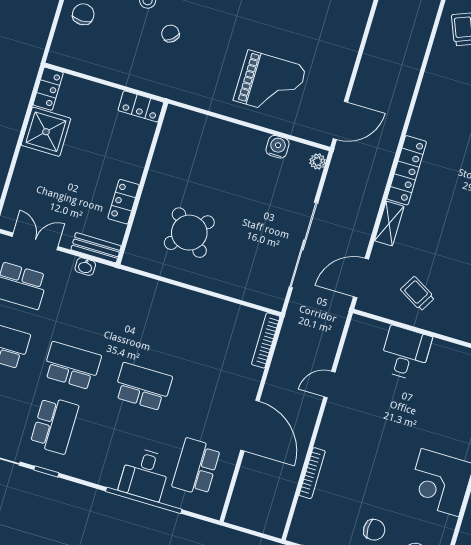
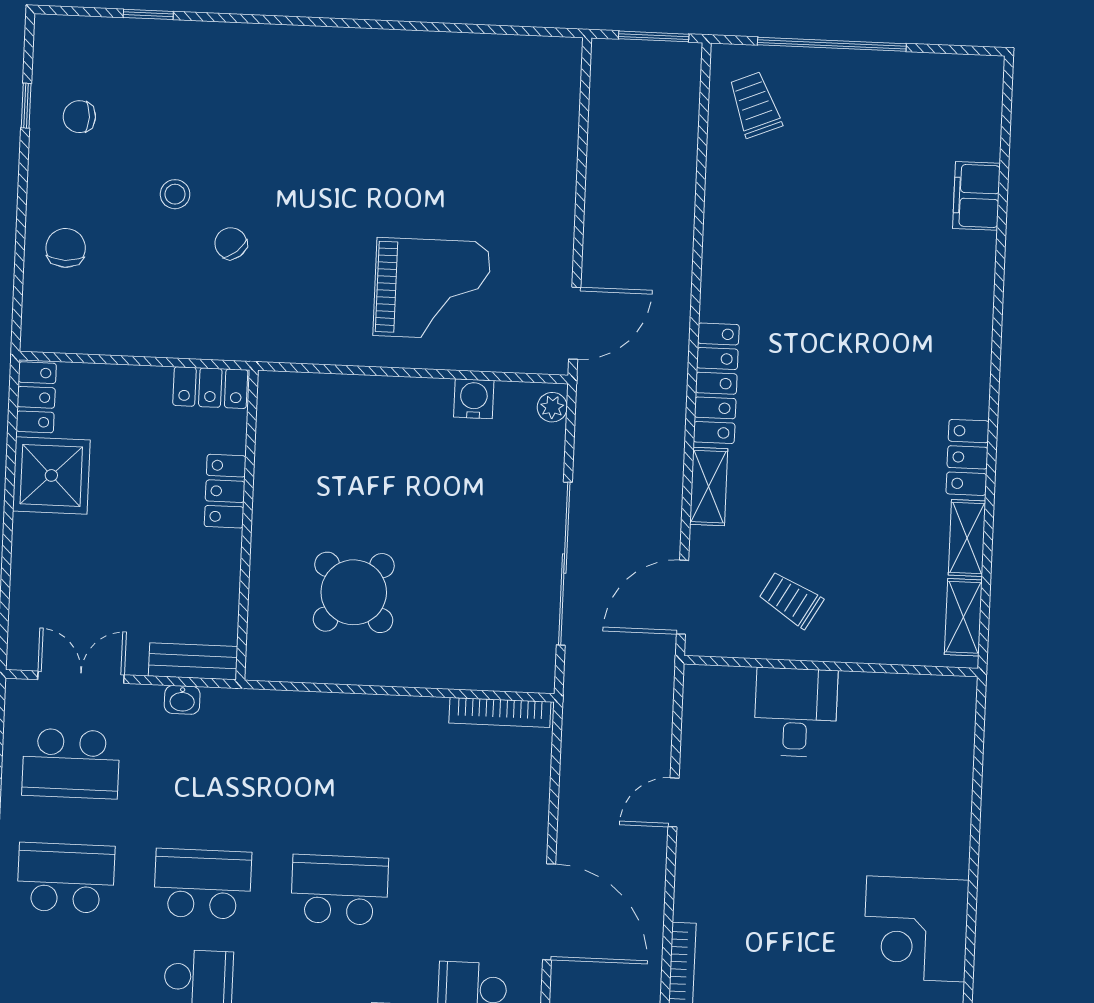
locker: (124, 202) -> (225, 491), moved
bookcase: (266, 340) -> (500, 712), moved, turned -90

